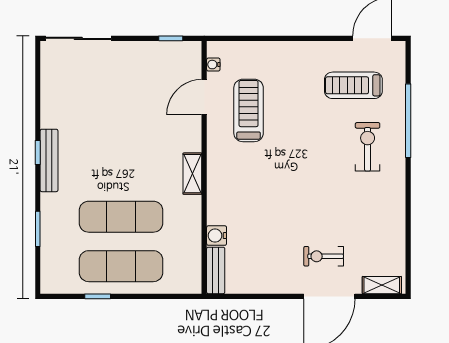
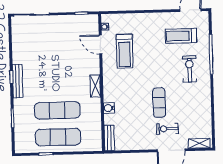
door: (204, 97) -> (100, 45), hinge flipped
treadmill: (249, 110) -> (125, 51), turned 180
exercise mat: (310, 208) -> (159, 103), added
water cooler: (217, 236) -> (109, 108), moved

